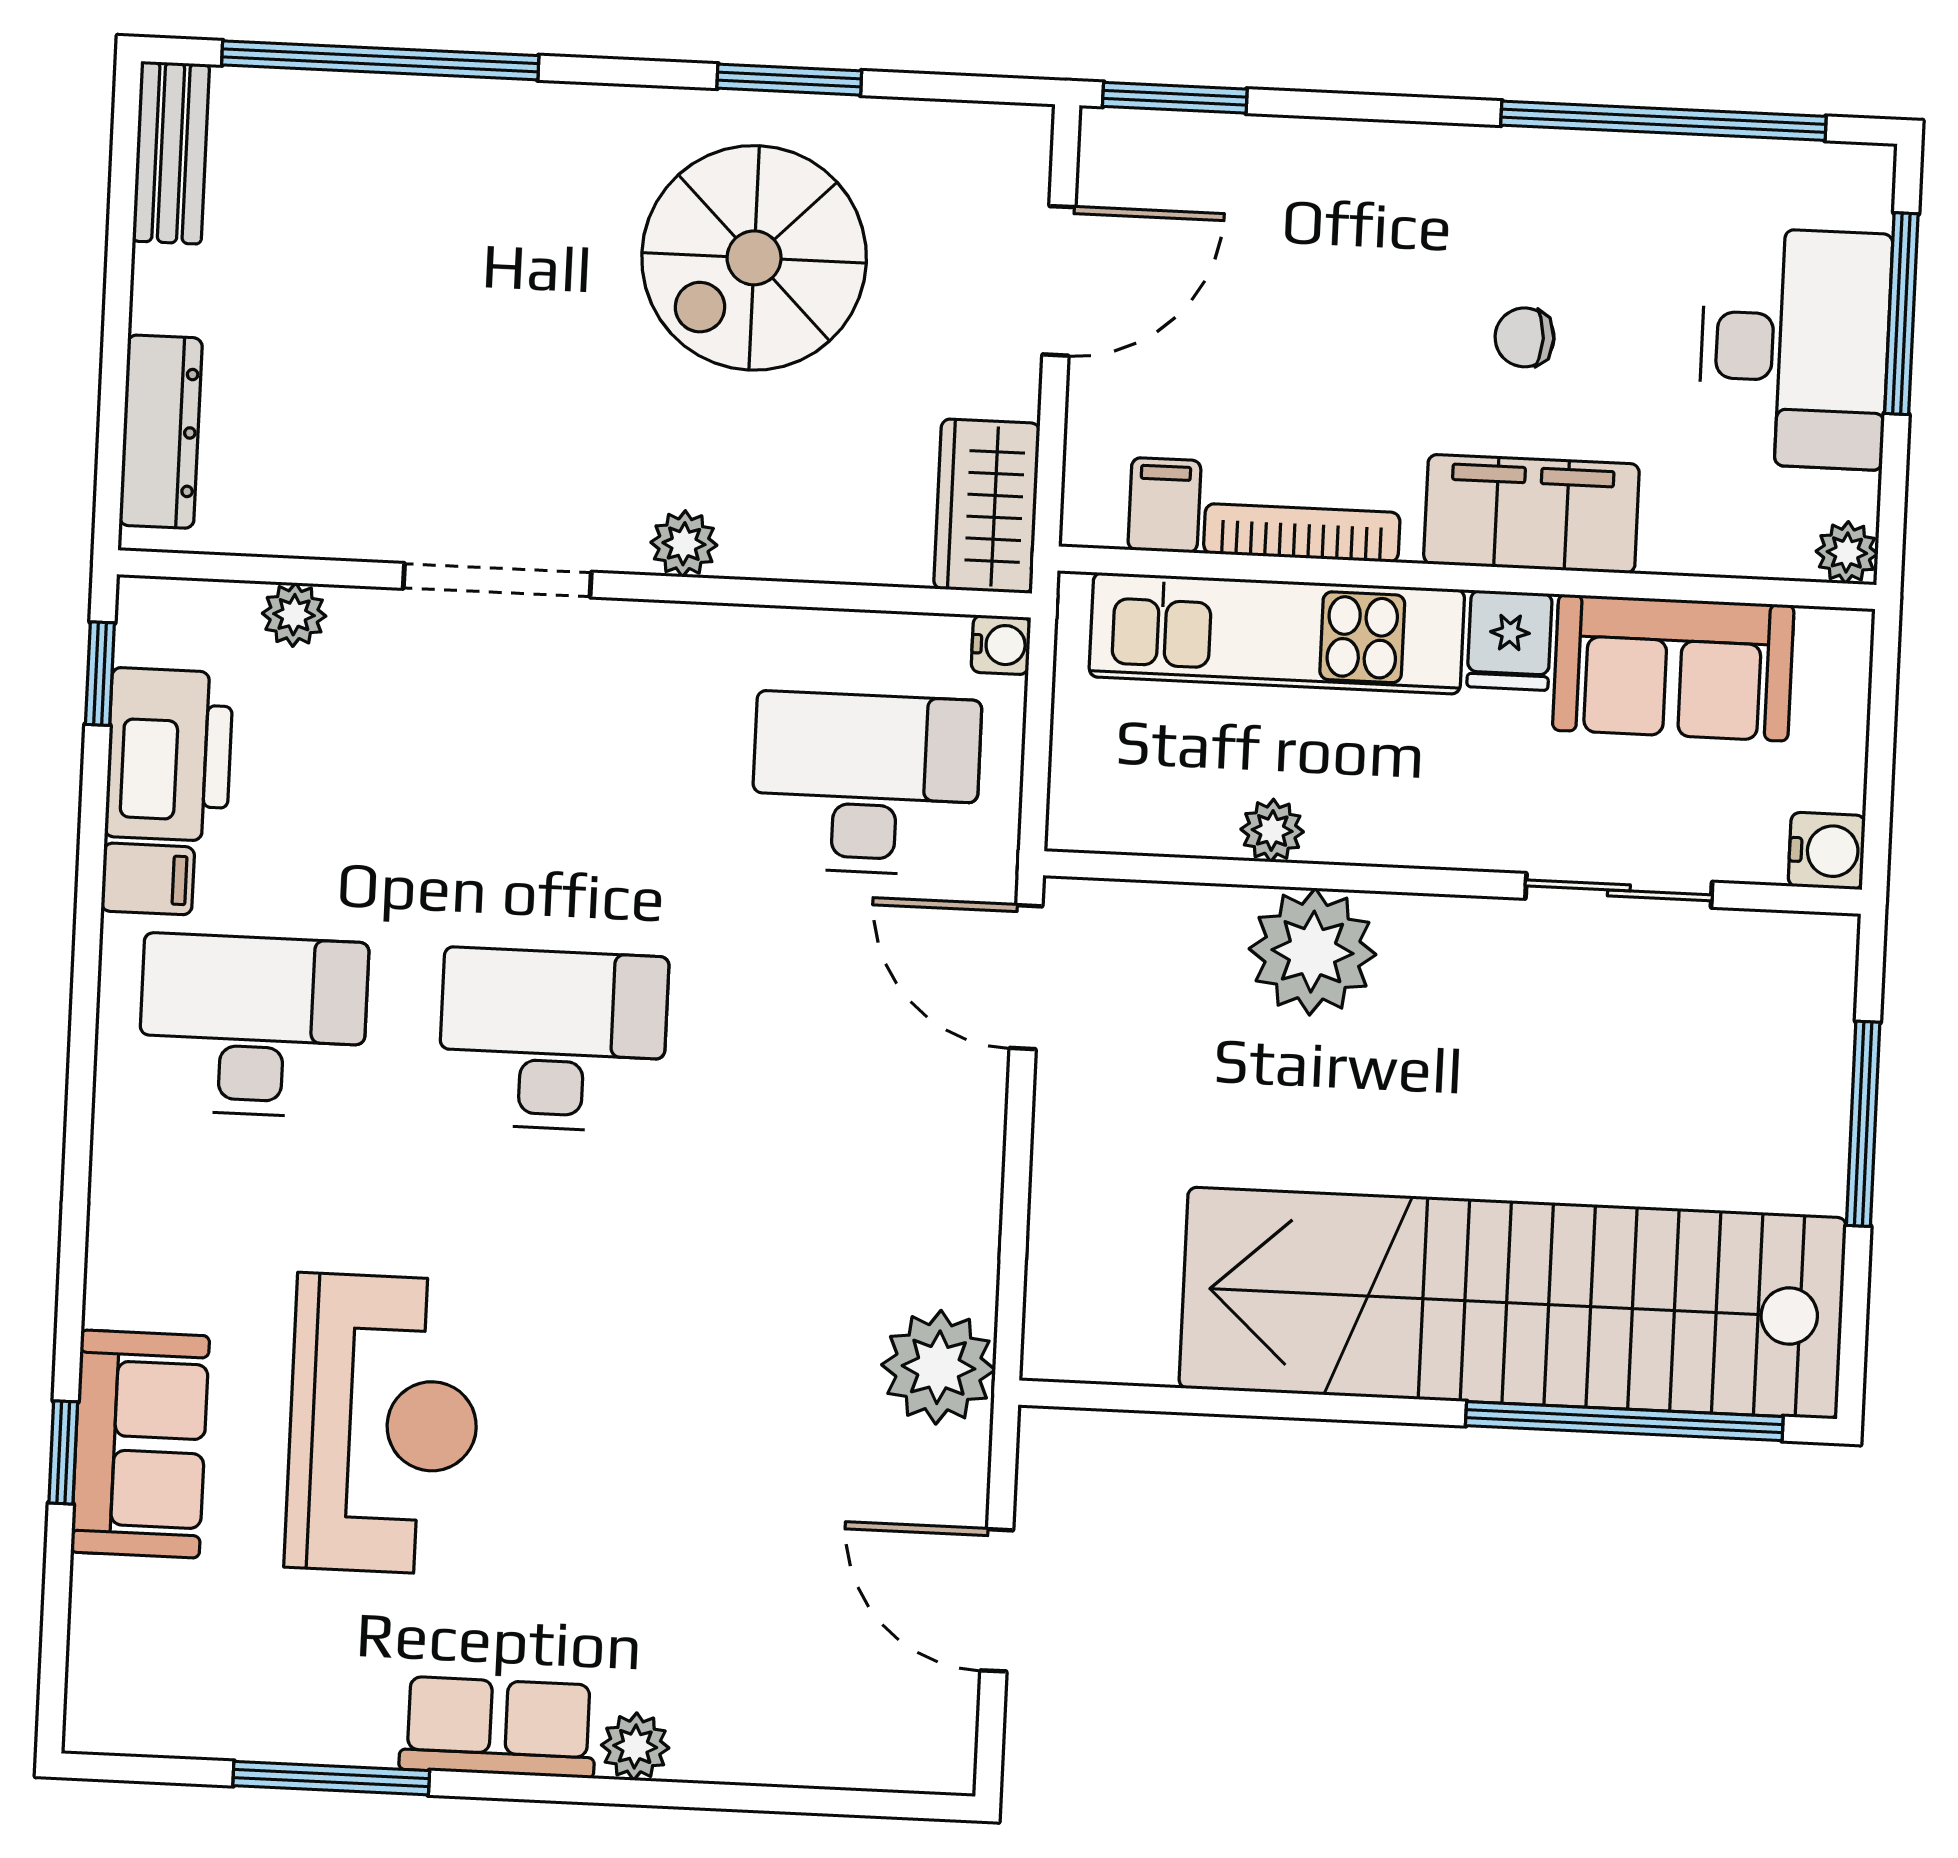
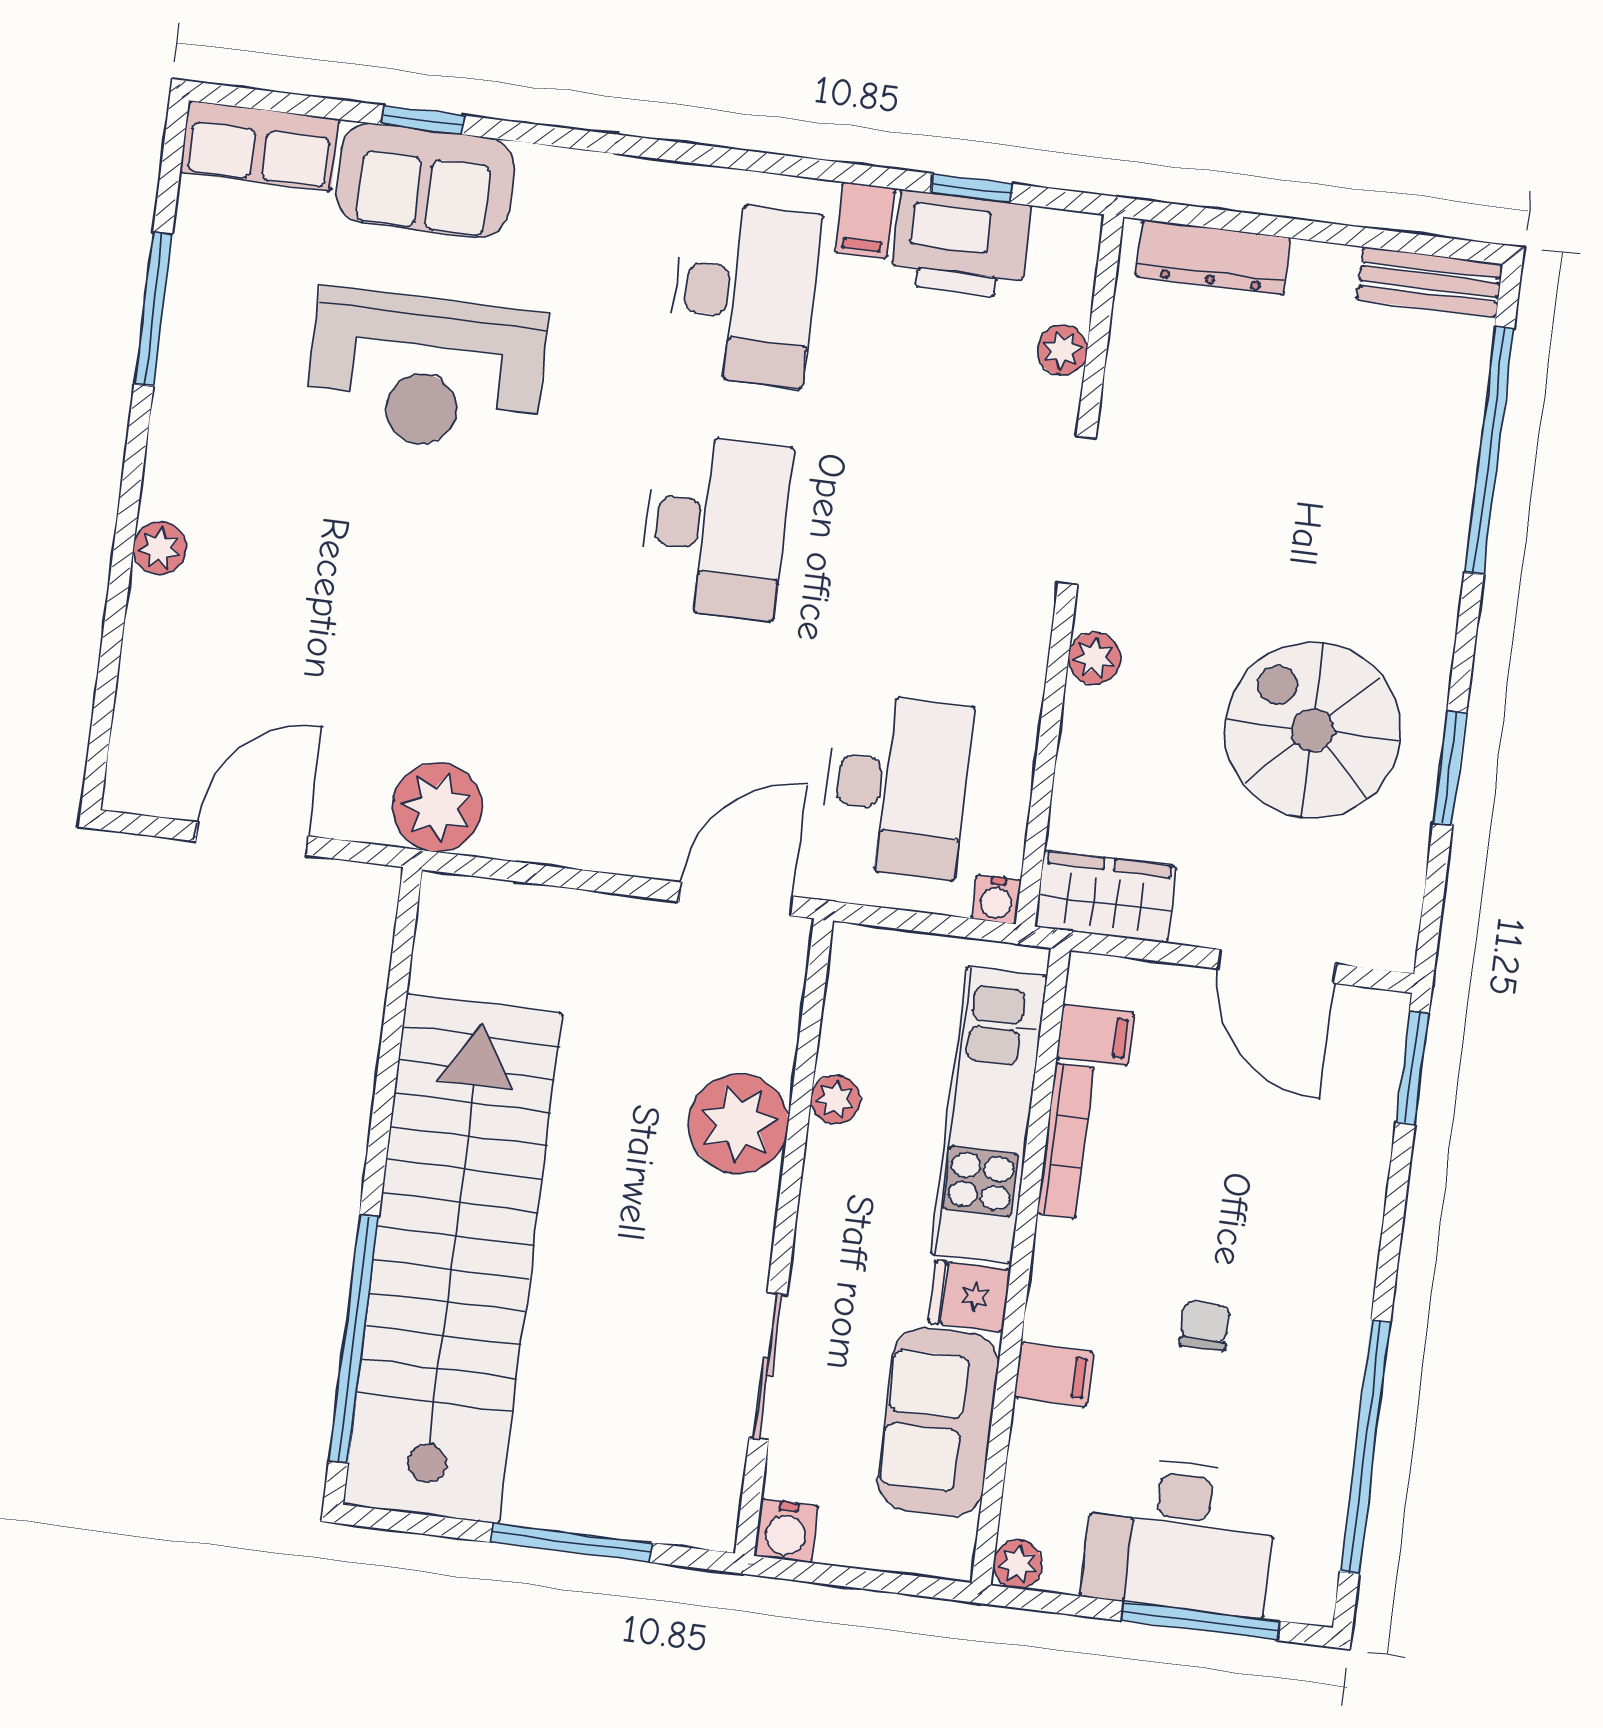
filing cabinet: (1531, 514) -> (1054, 1375), width x0.33, depth x0.86
window: (100, 674) -> (972, 188), moved
row of seats: (498, 1727) -> (260, 146), moved, turned 90

